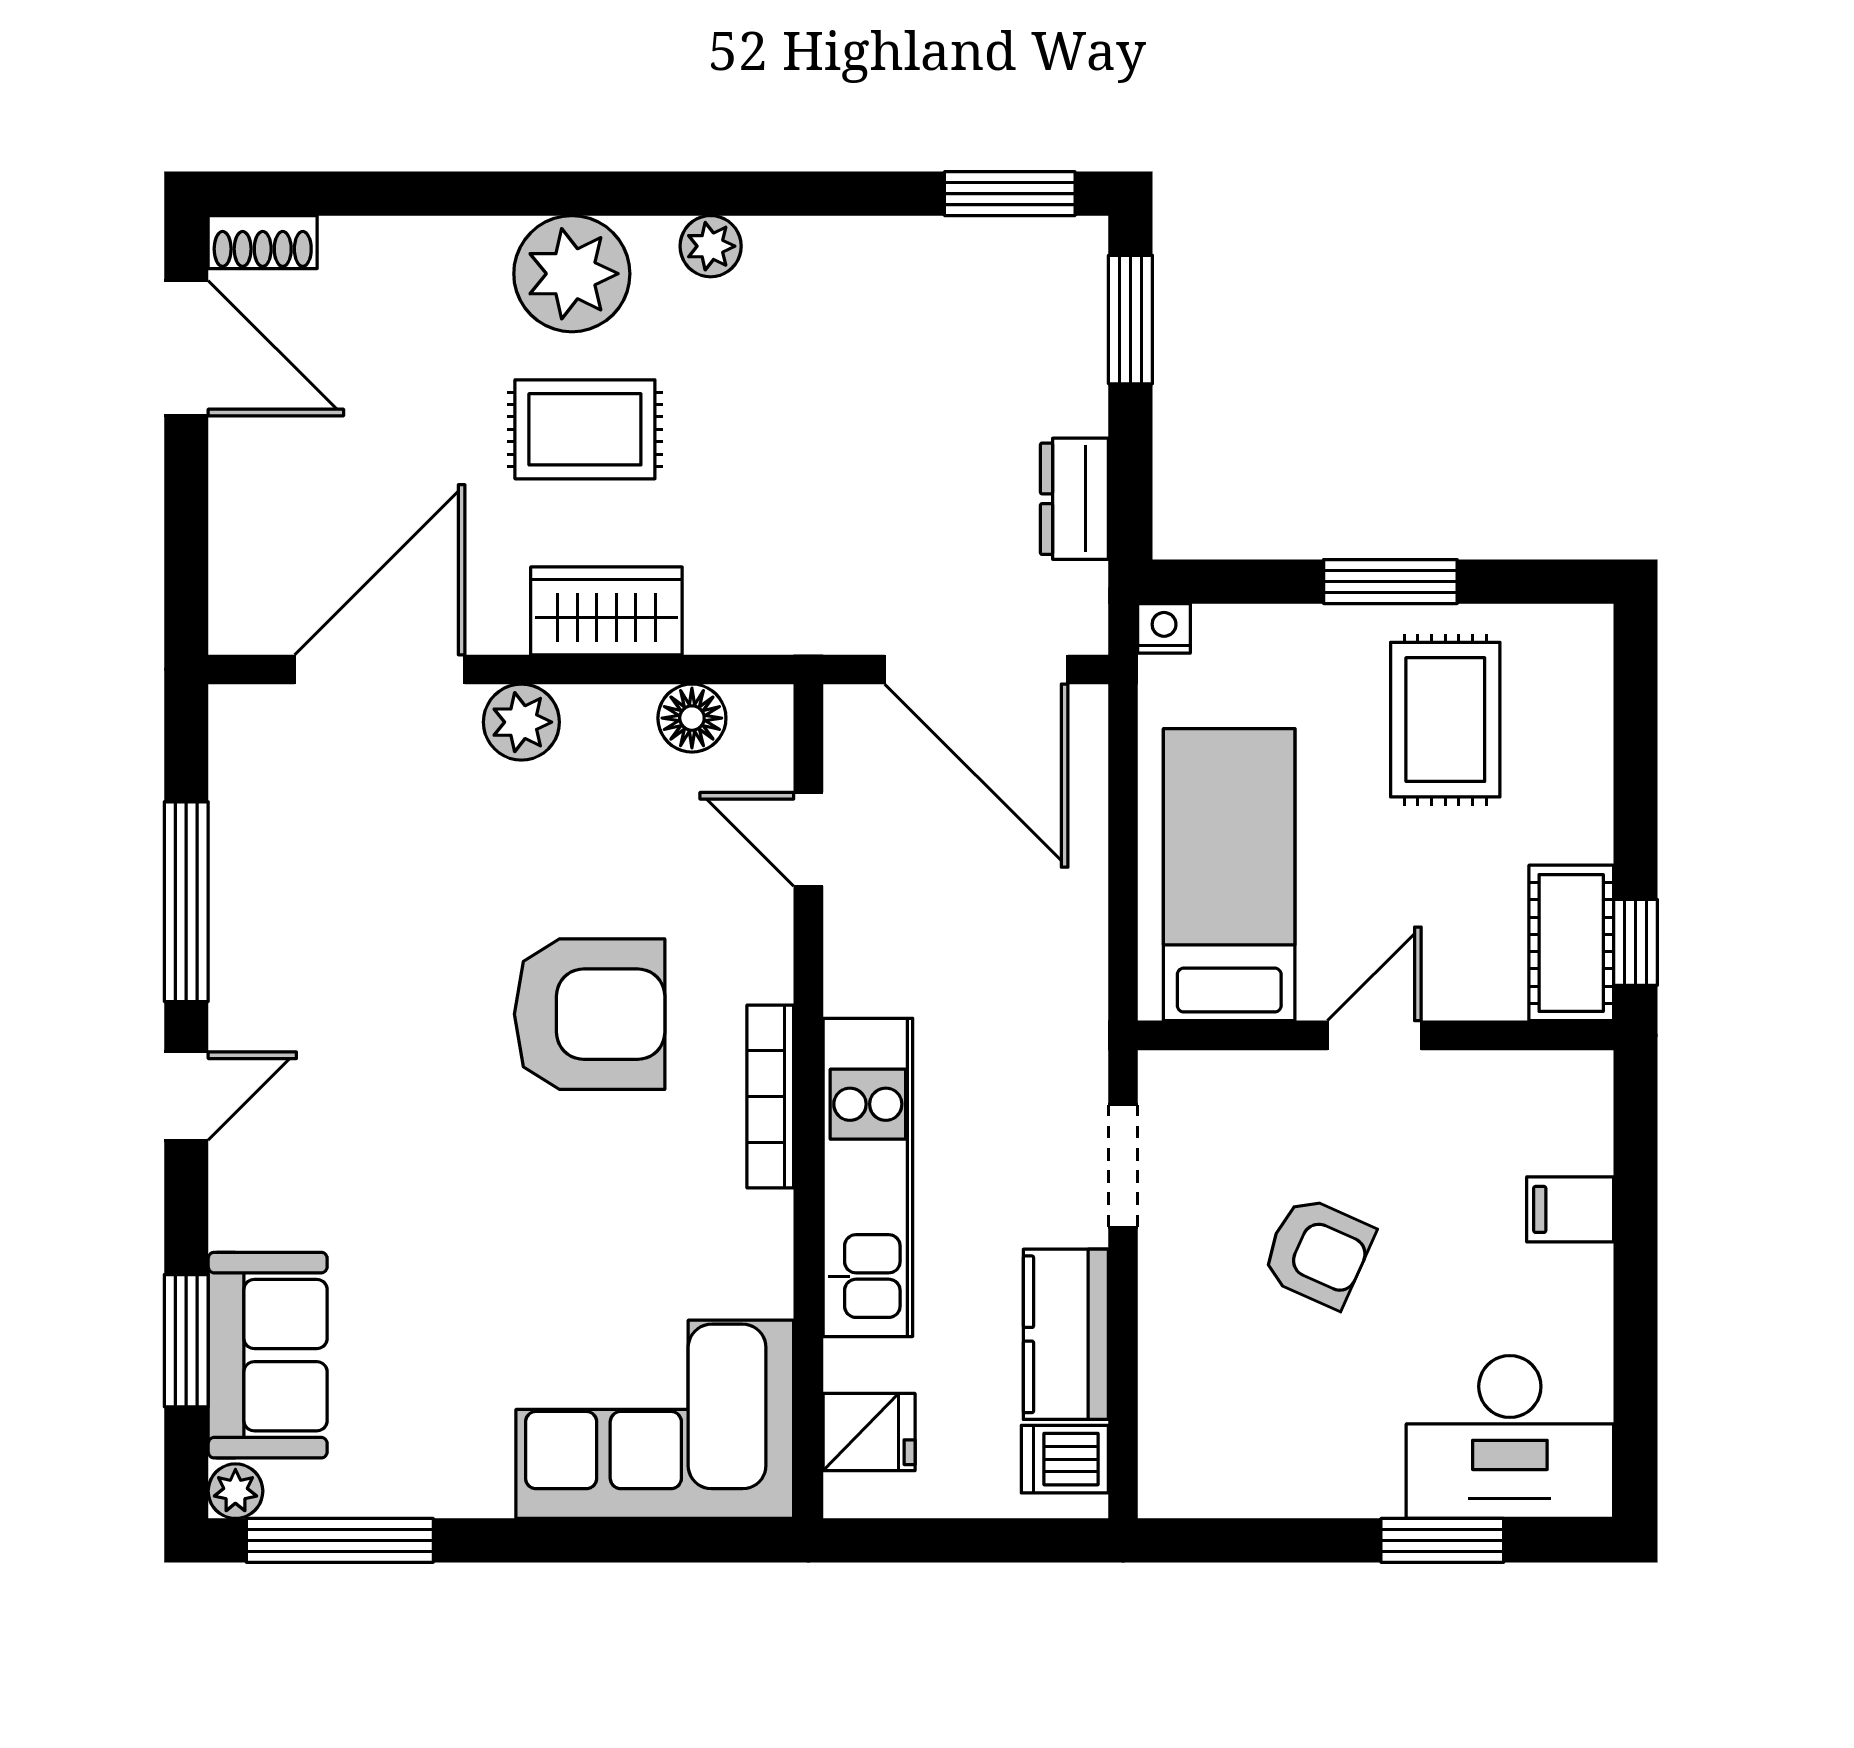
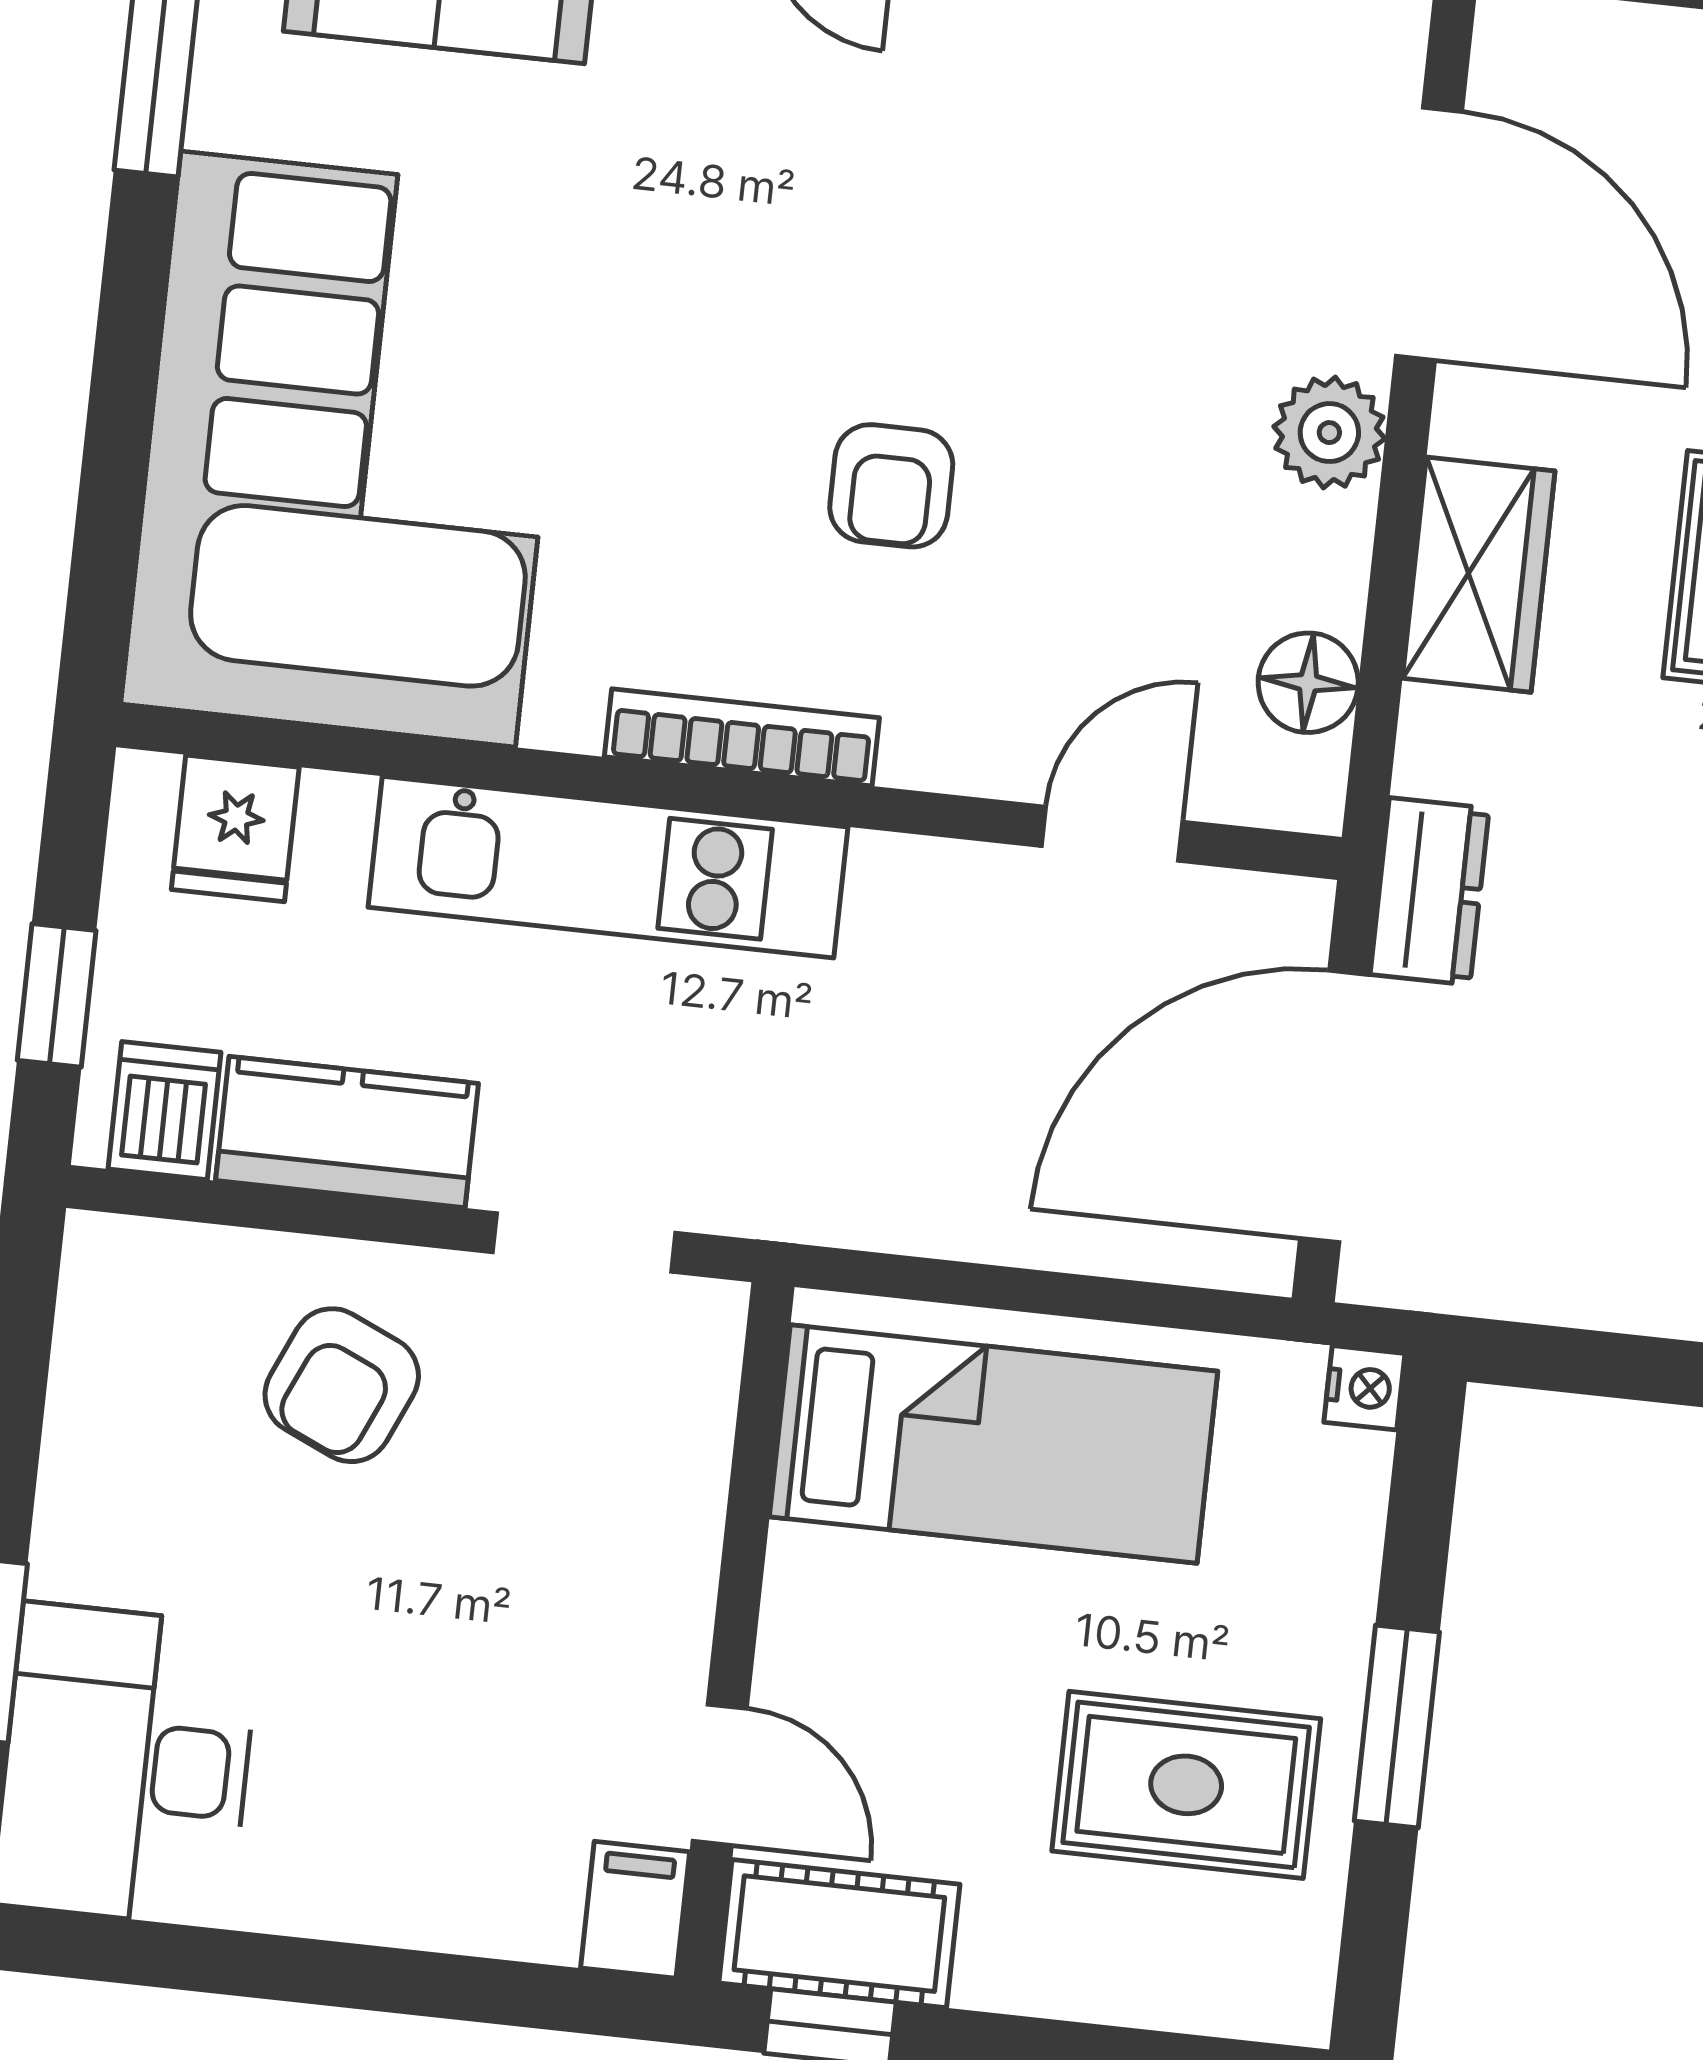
dresser: (1074, 499) -> (1430, 891), moved, turned 90
armchair: (590, 1014) -> (891, 486), width x0.53, depth x0.53
door: (1374, 1035) -> (720, 1775), moved
filing cabinet: (1570, 1209) -> (635, 1910), moved
armchair: (1318, 1252) -> (342, 1385), moved
corner sofa: (655, 1419) -> (348, 449), width x1.36, depth x1.36
window: (995, 1540) -> (57, 995), added

